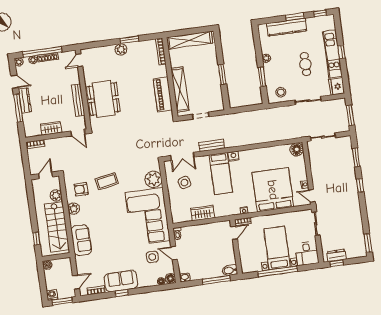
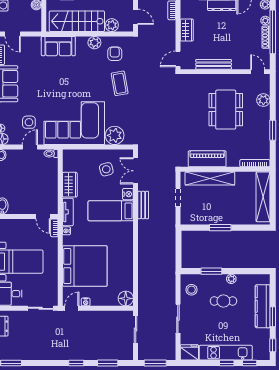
window: (339, 32) -> (250, 363), added
plant: (121, 49) -> (263, 100), moved
cafe table: (305, 64) -> (223, 301), moved
dining table: (103, 99) -> (226, 110), moved, turned 90
nightstand: (234, 156) -> (128, 194), moved
tv unit: (227, 211) -> (68, 212), added

